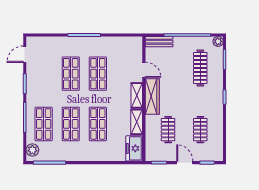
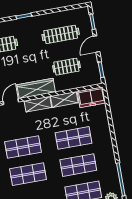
clothes rail: (200, 130) -> (61, 34), width x1.36

